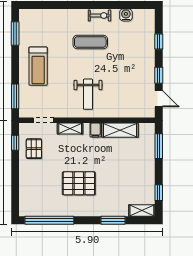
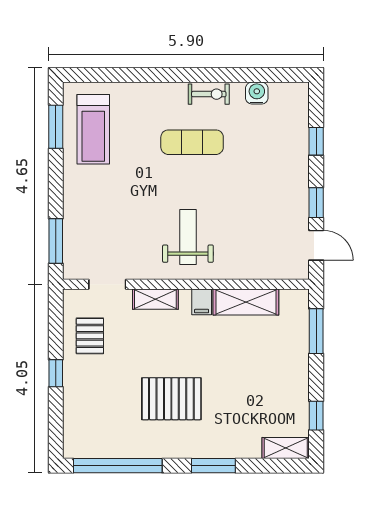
treadmill: (38, 66) -> (93, 129), moved
weight bench: (88, 94) -> (188, 237), turned 180
window: (15, 143) -> (56, 373), moved
window: (113, 220) -> (213, 466), moved

